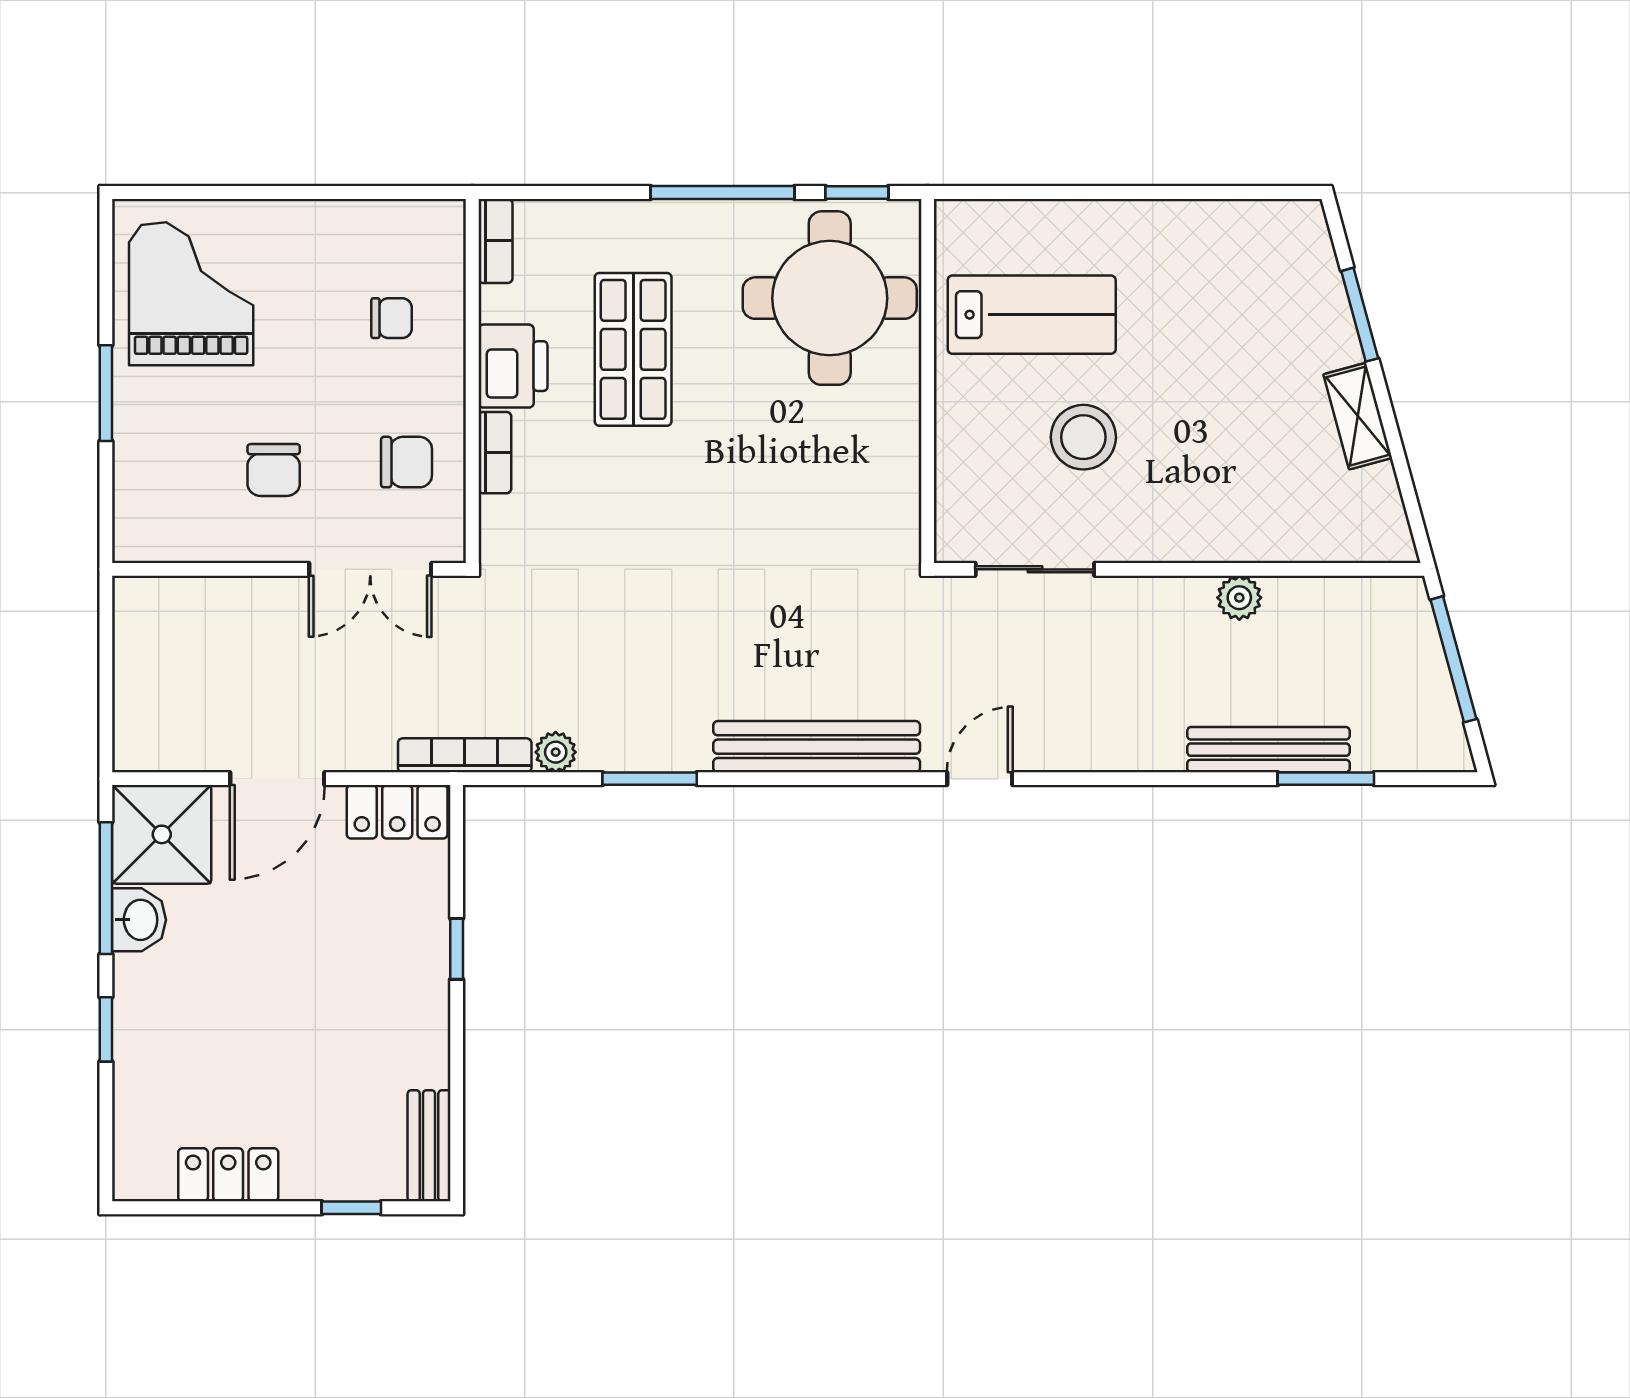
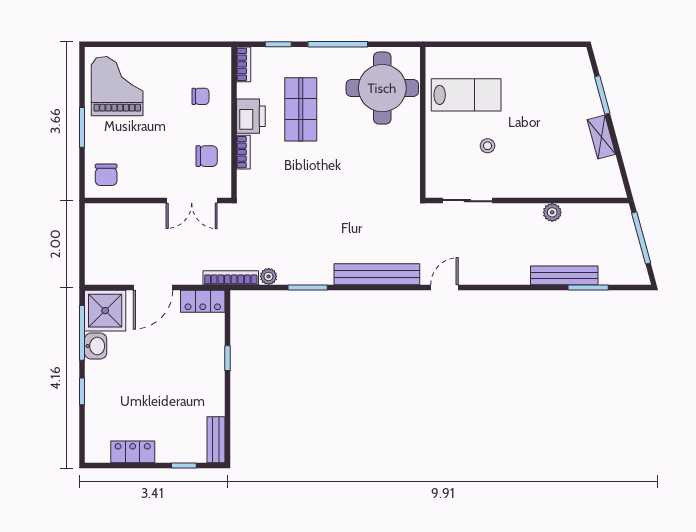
window: (857, 193) -> (278, 44), moved
stool: (1083, 437) -> (488, 146), width x0.53, depth x0.53
chair: (274, 470) -> (106, 175), moved

